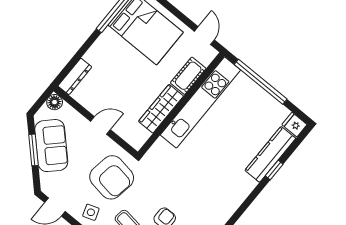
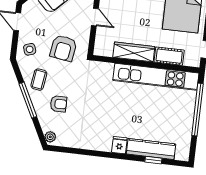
fridge: (294, 125) -> (119, 145), moved
window: (274, 170) -> (153, 160), moved
armchair: (112, 177) -> (63, 48), width x0.73, depth x0.73

